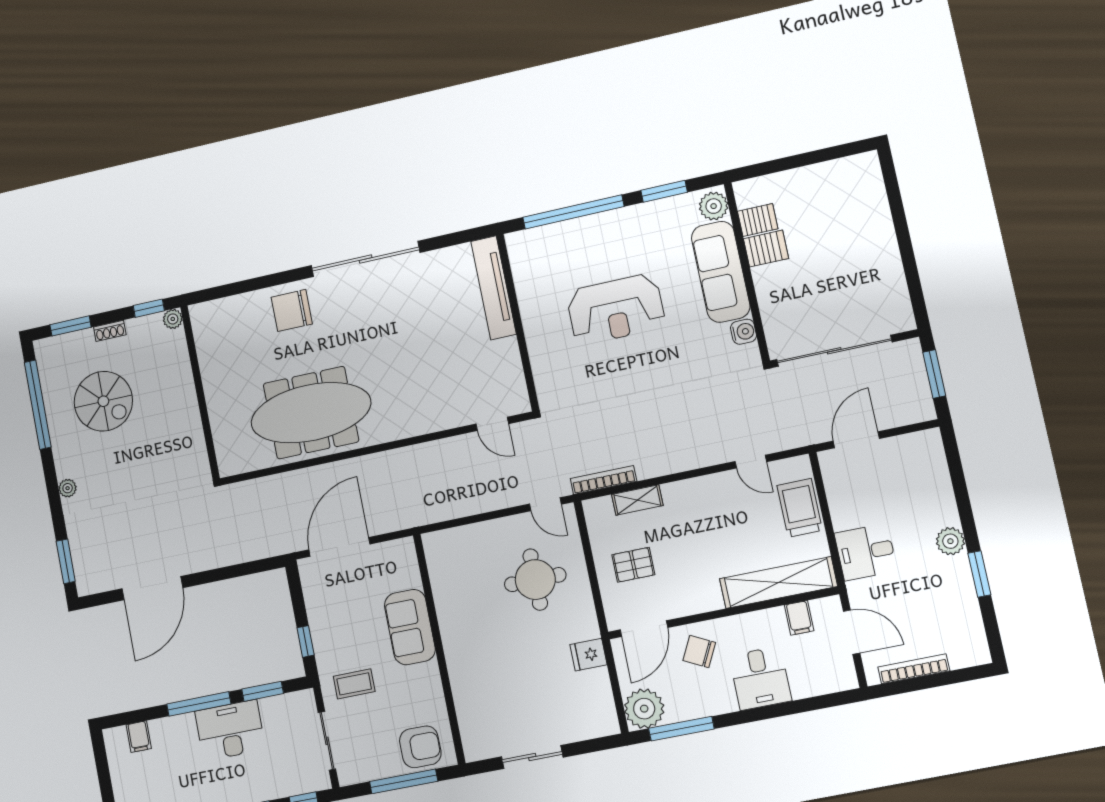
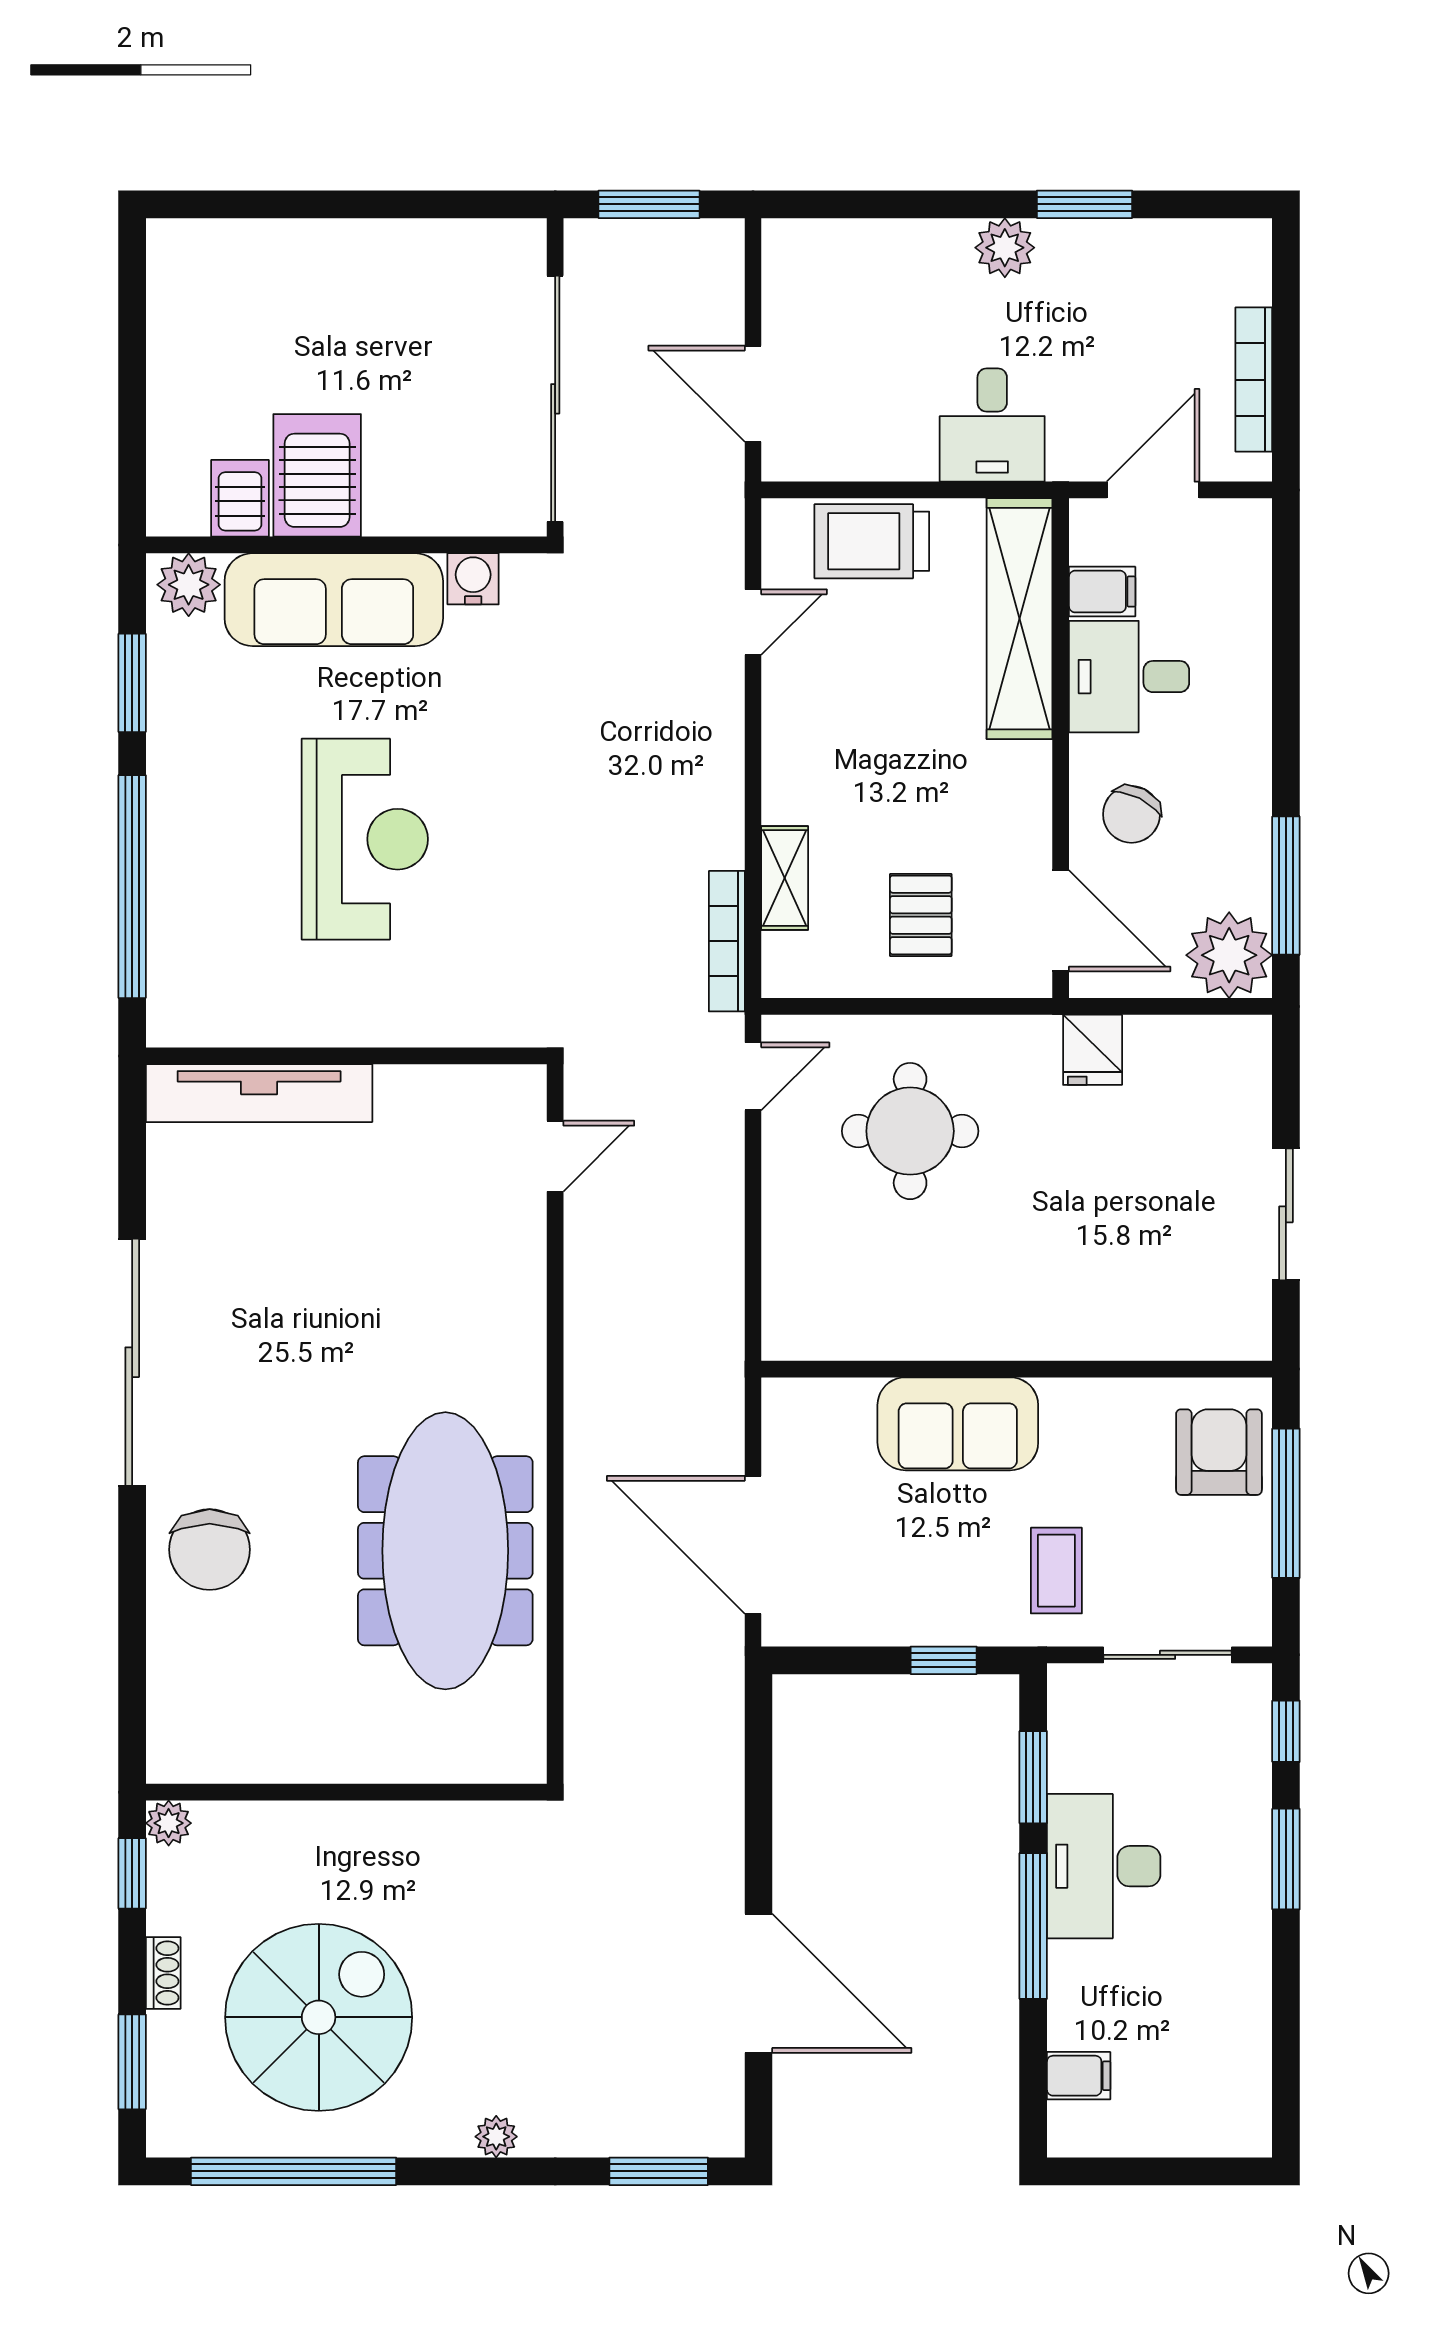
server rack: (766, 249) -> (317, 475), width x1.36, depth x1.44
spiral stairs: (103, 401) -> (319, 2017), width x1.37, depth x1.37
desk: (760, 678) -> (1129, 677), moved, turned 180

